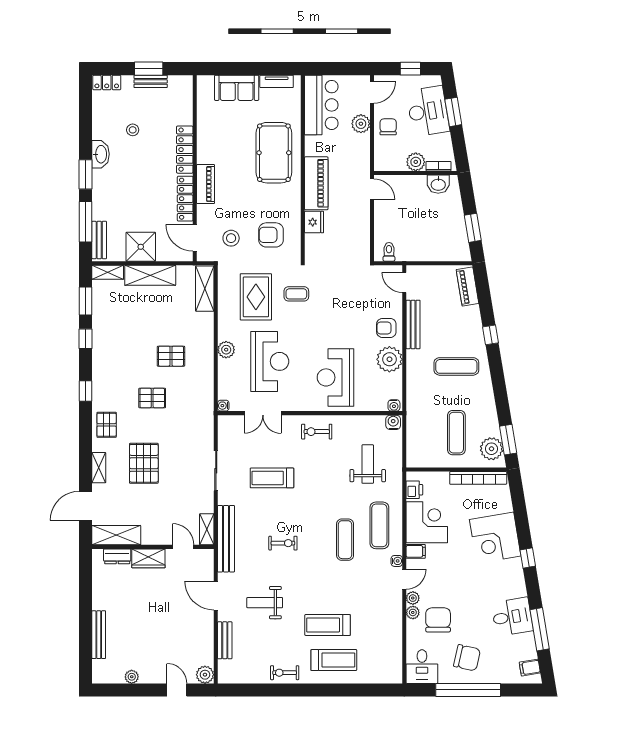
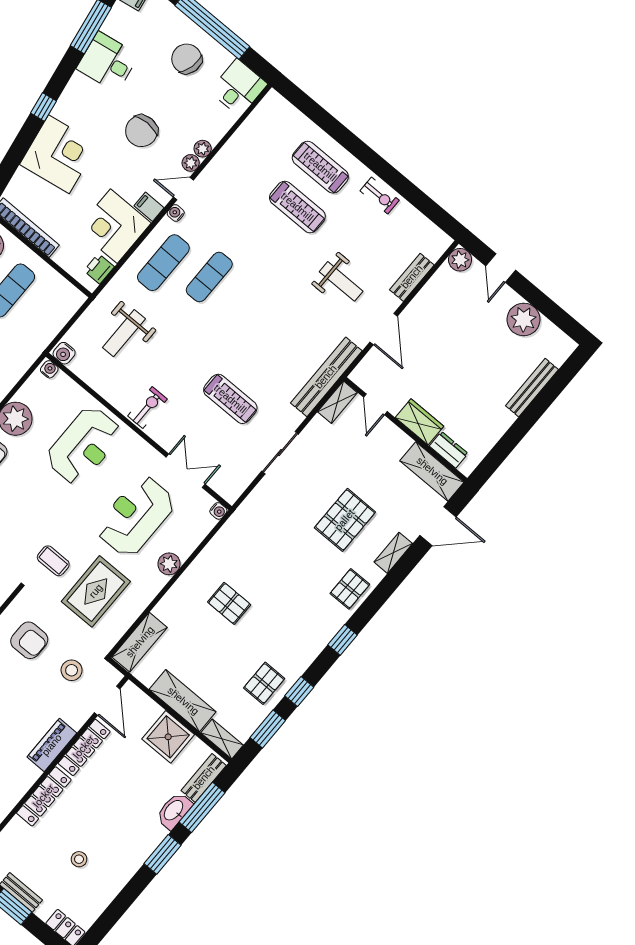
washbasin: (101, 154) -> (174, 811), moved
pallet: (152, 398) -> (264, 683), moved, turned 90
exercise bike: (317, 432) -> (147, 408), turned -90
exercise bike: (283, 543) -> (274, 325), removed
chair: (438, 620) -> (141, 131), moved
plant: (132, 677) -> (524, 319), width x1.87, depth x1.87

